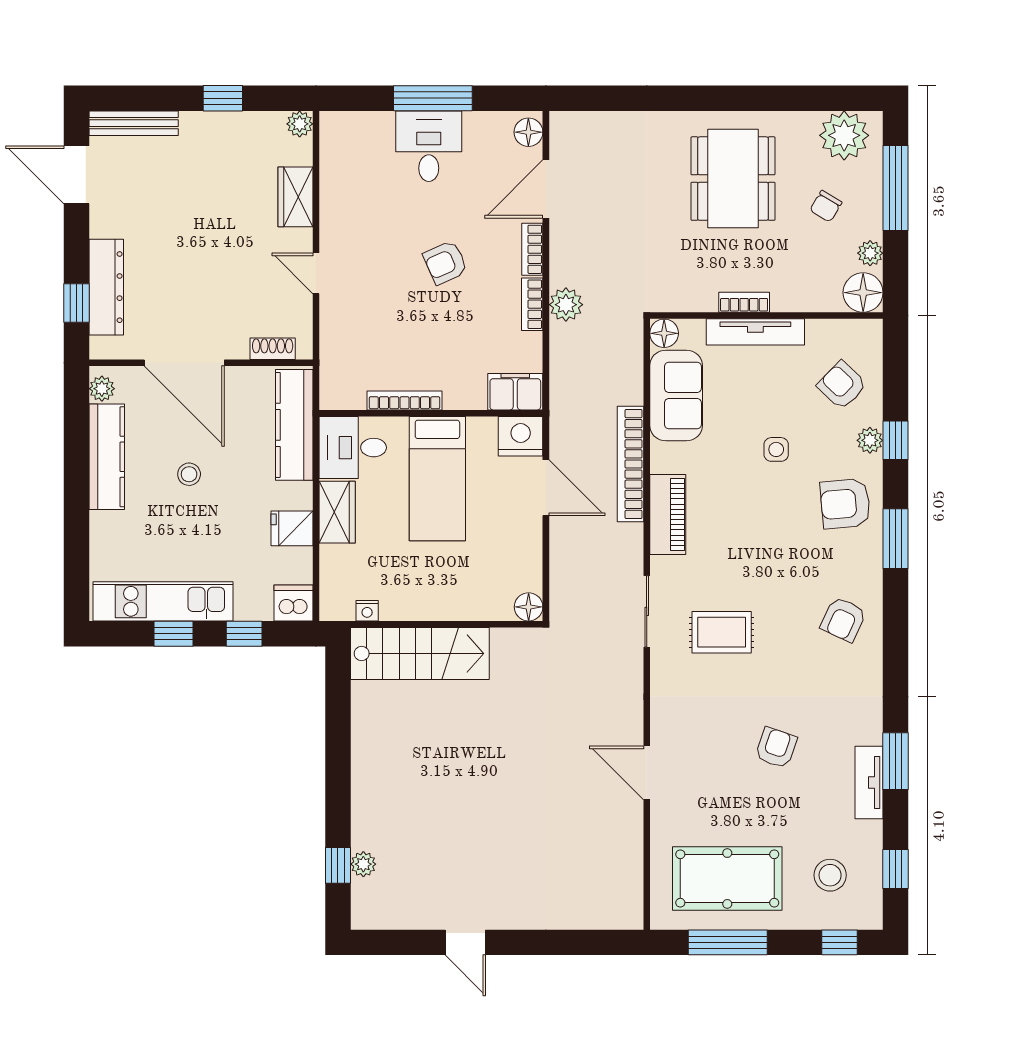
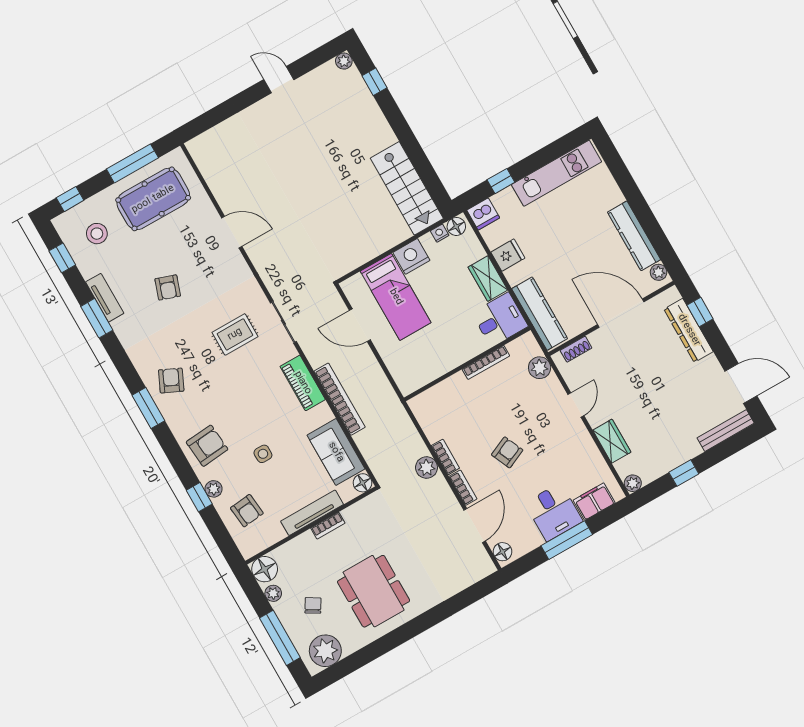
door: (316, 273) -> (576, 405), hinge flipped
plant: (336, 352) -> (540, 368), added
armchair: (842, 385) -> (247, 511), turned 40
filing cabinet: (515, 392) -> (594, 502), moved, turned 180
nightstand: (521, 436) -> (411, 256), moved, turned 180
stool: (189, 474) -> (583, 252), removed
bed: (437, 479) -> (396, 297), moved, turned 180
door: (546, 488) -> (360, 325), moved
window: (896, 539) -> (148, 408), moved
floor lamp: (529, 607) -> (456, 226), moved
window: (174, 634) -> (540, 159), removed
stairs: (420, 654) -> (407, 188), moved, turned -90
plant: (363, 864) -> (344, 61), moved

